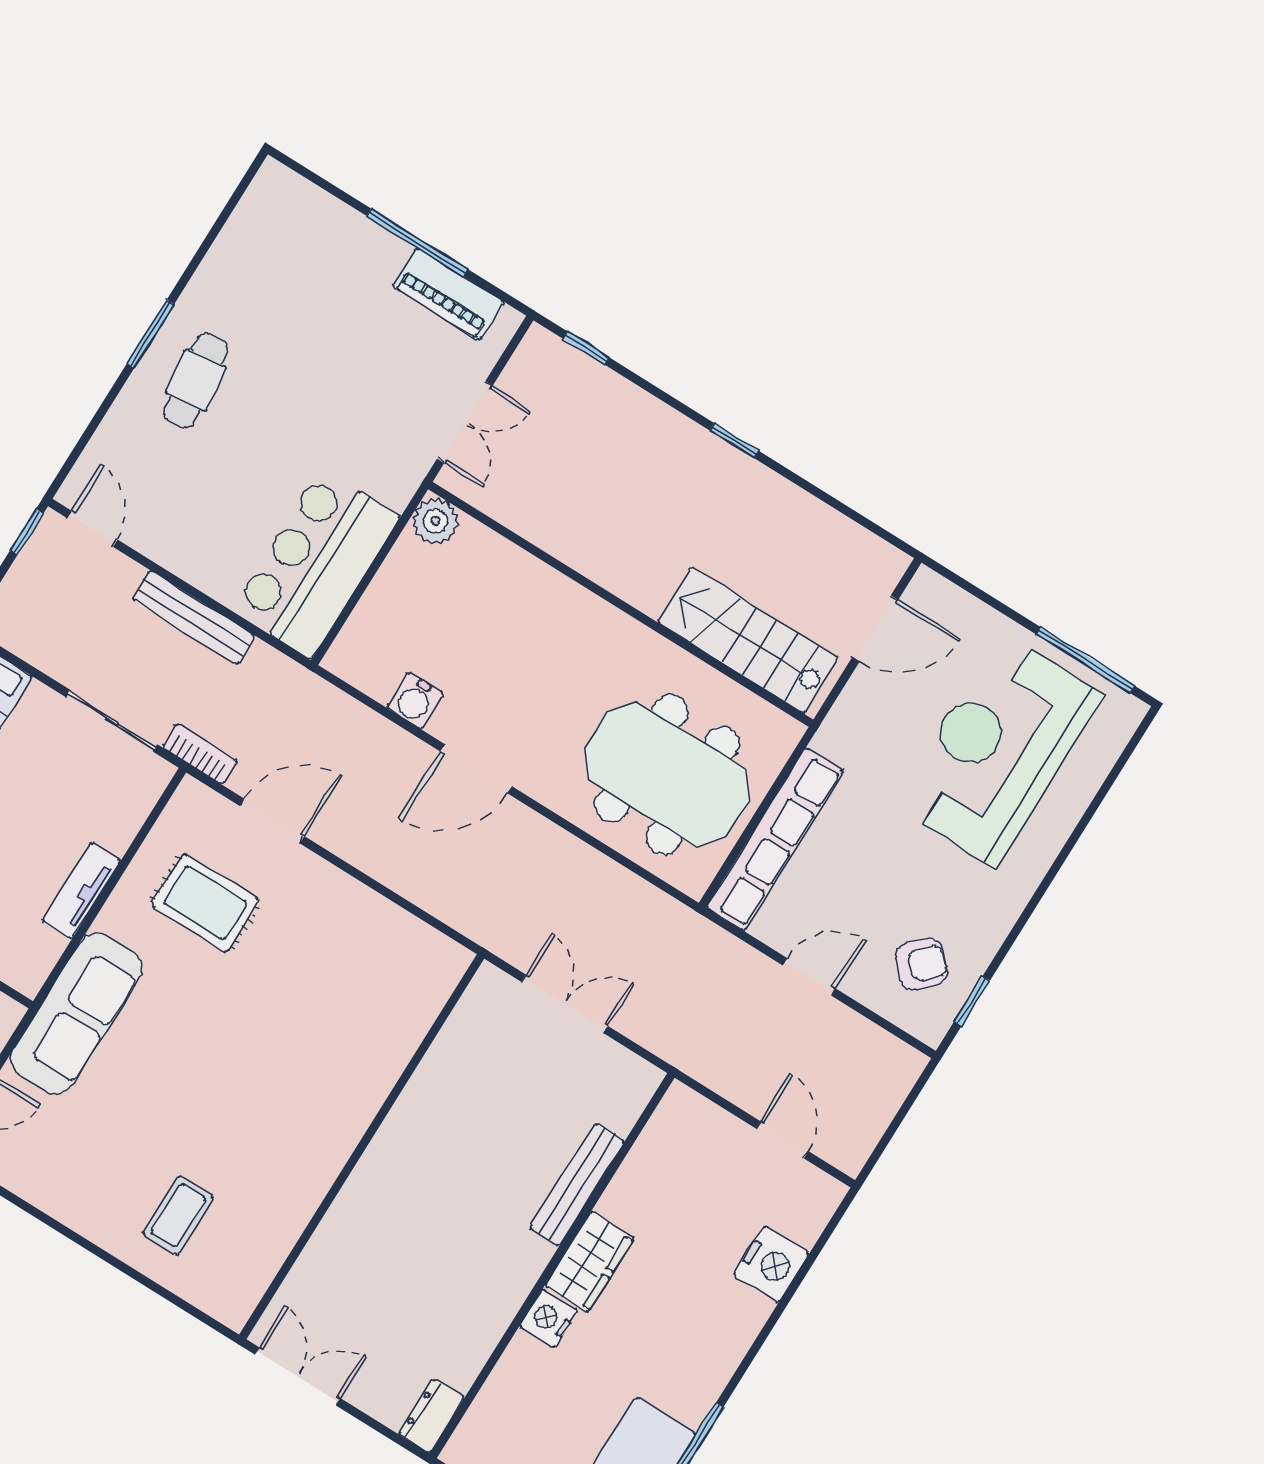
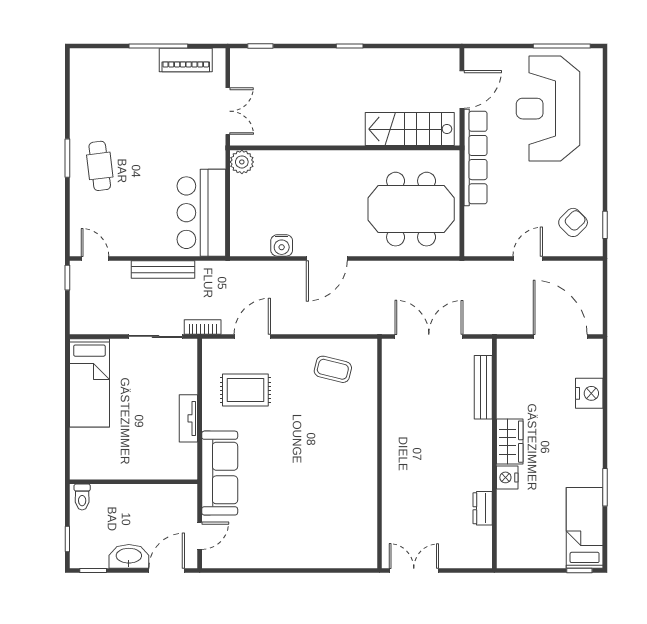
row of seats: (775, 839) -> (476, 158), moved
double door: (565, 1004) -> (429, 336), width x1.37
door: (782, 1140) -> (560, 336), width x1.88
bench: (577, 1184) -> (483, 387), moved
coffee table: (178, 1215) -> (333, 369), moved, turned -76
dresser: (431, 1416) -> (483, 508), moved

